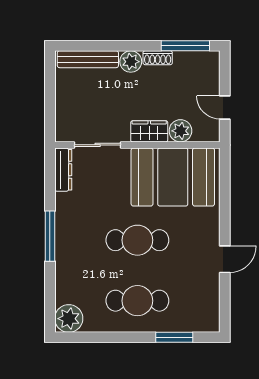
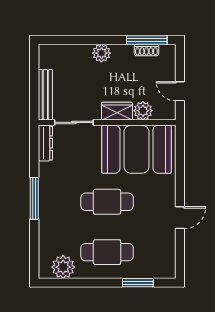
shoe rack: (158, 58) -> (146, 50), moved
bench: (88, 59) -> (45, 95), moved, turned 90
plant: (69, 319) -> (63, 267), moved

